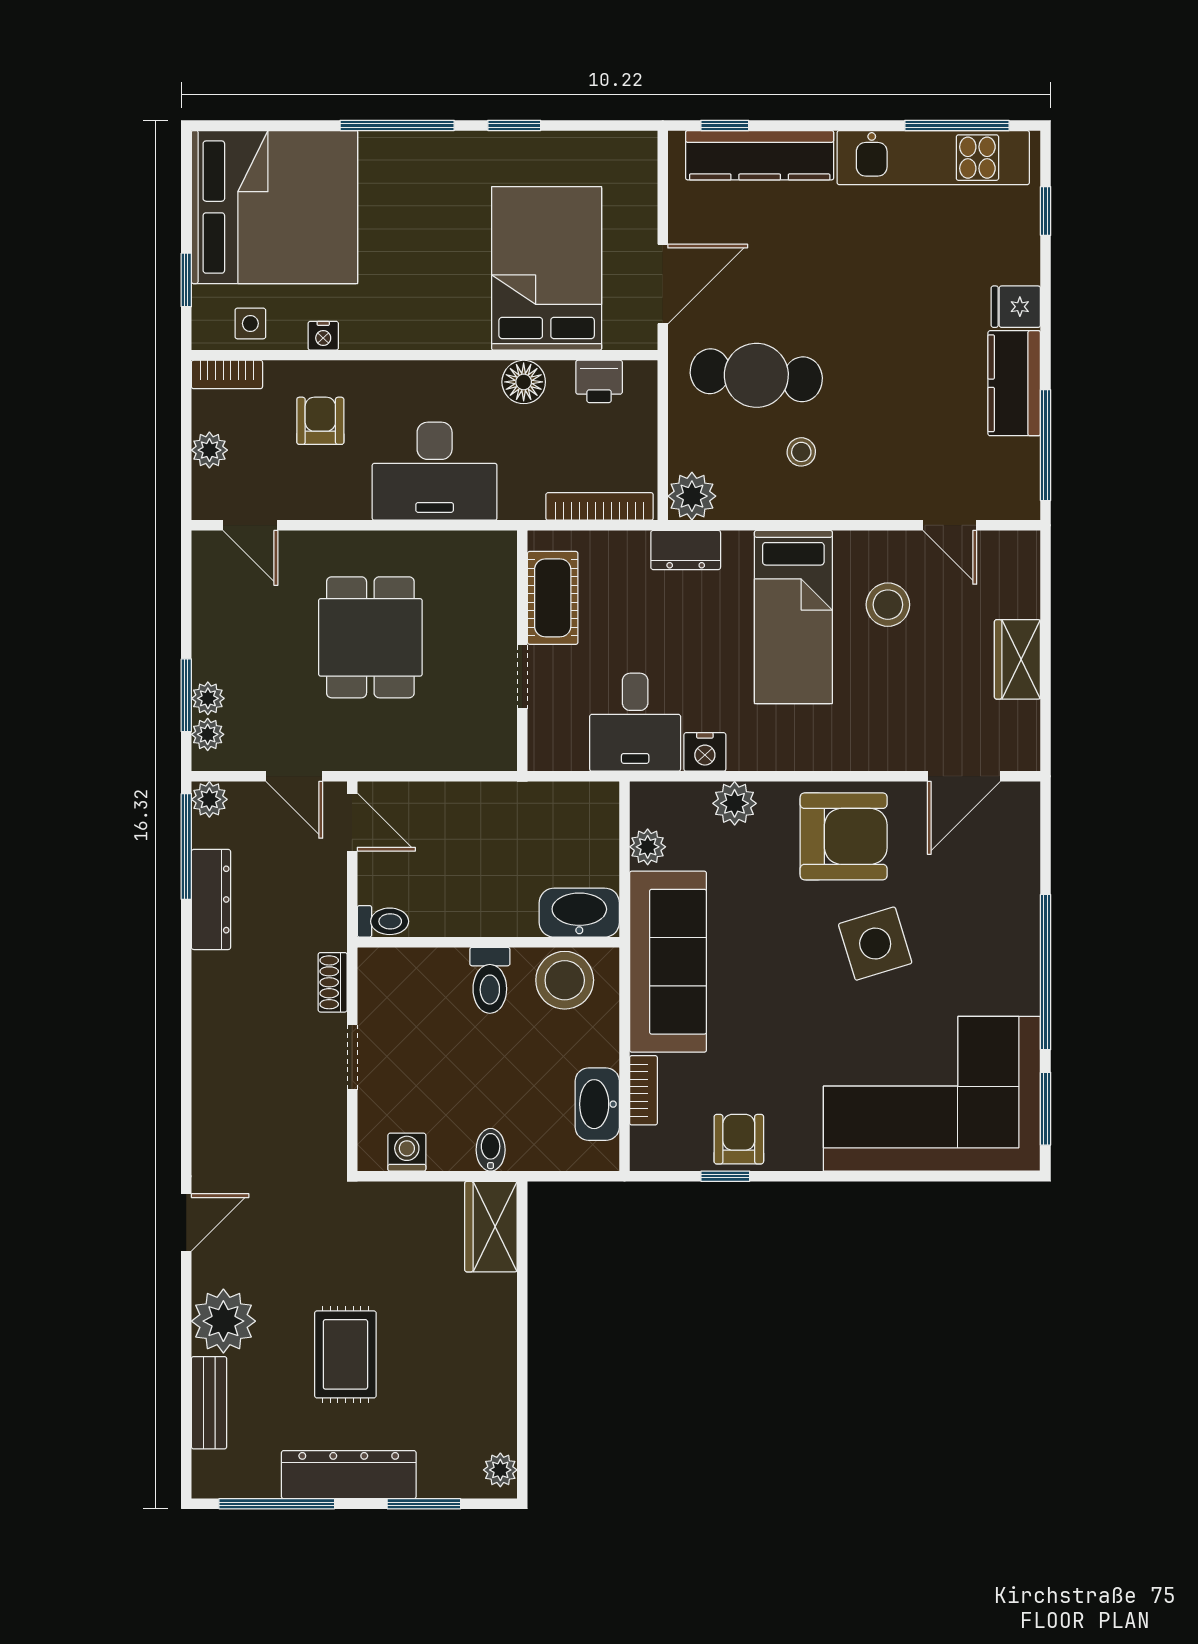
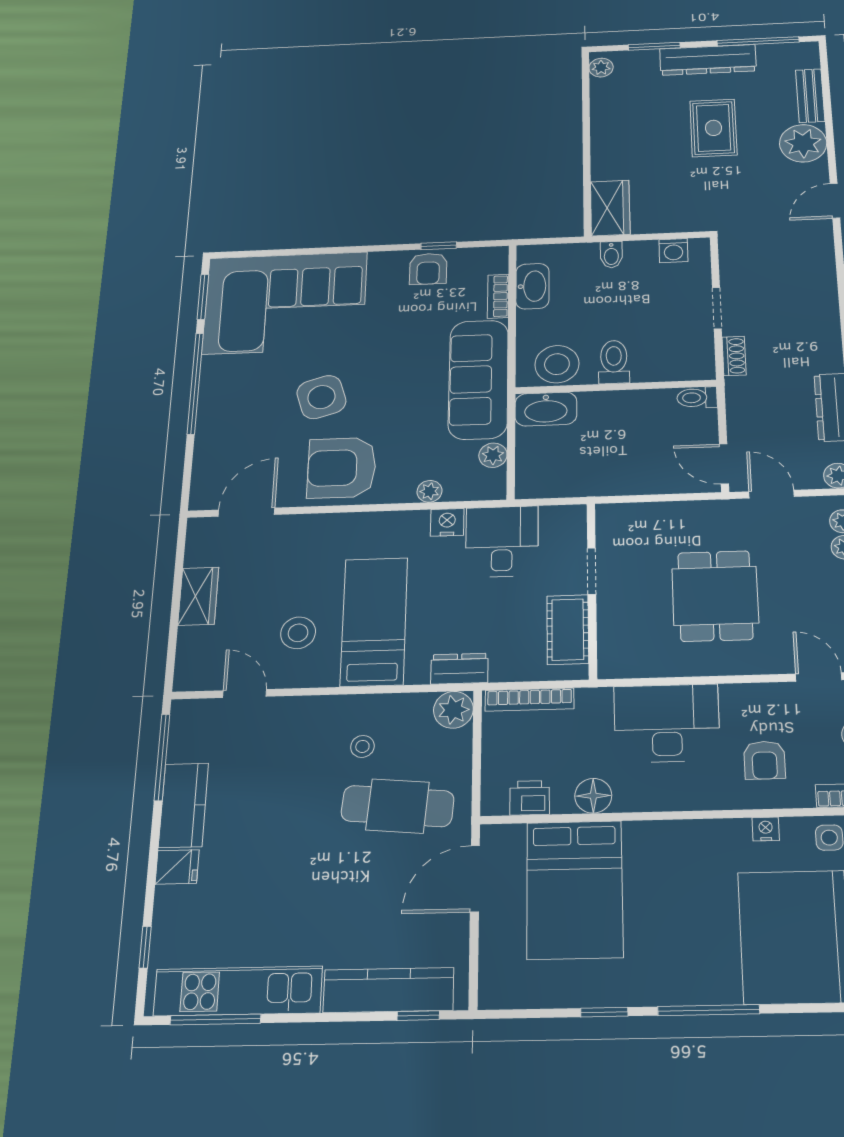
plant: (735, 803) -> (430, 491), width x0.73, depth x0.73

